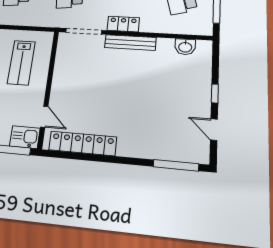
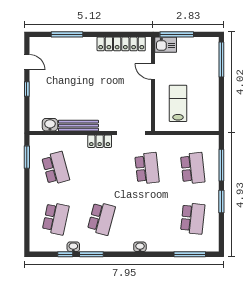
bench: (130, 43) -> (78, 126), moved
door: (44, 117) -> (153, 72), moved
window: (176, 165) -> (67, 34), moved

